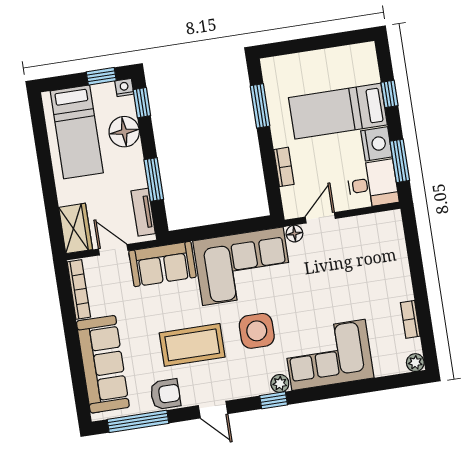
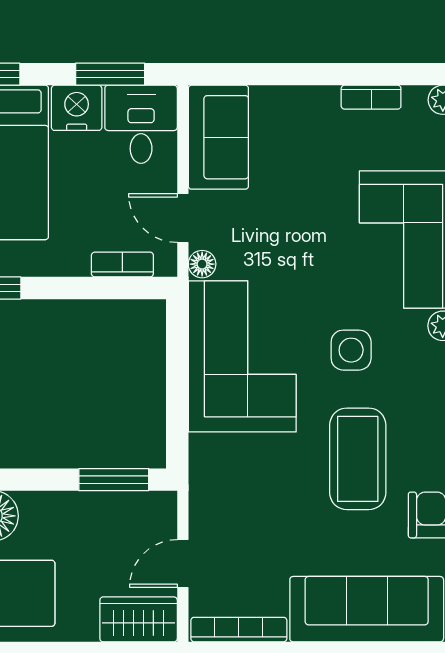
bookcase: (284, 167) -> (122, 264), moved
window: (154, 180) -> (114, 480), moved
tv unit: (143, 212) -> (129, 505), removed
sofa: (162, 264) -> (218, 137), moved
side table: (257, 331) -> (351, 350), width x0.73, depth x0.73

